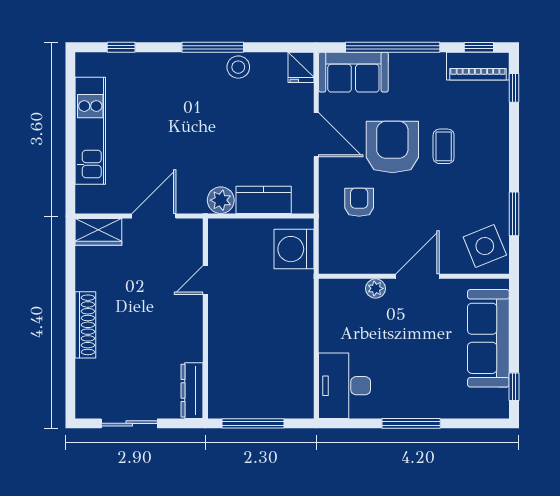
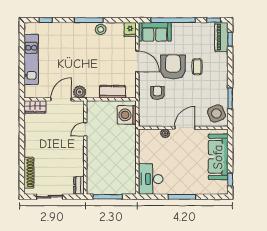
piano: (478, 66) -> (221, 37), moved, turned 90
plant: (221, 200) -> (80, 92), moved
shoe rack: (85, 325) -> (29, 173), moved
dresser: (192, 391) -> (79, 185), width x0.70

